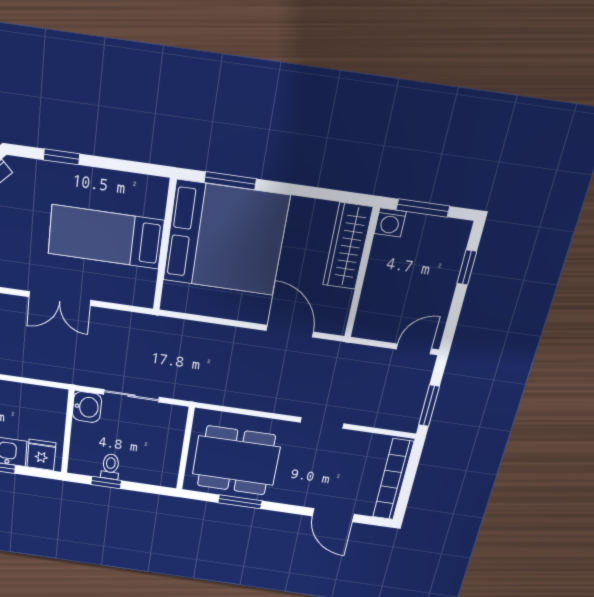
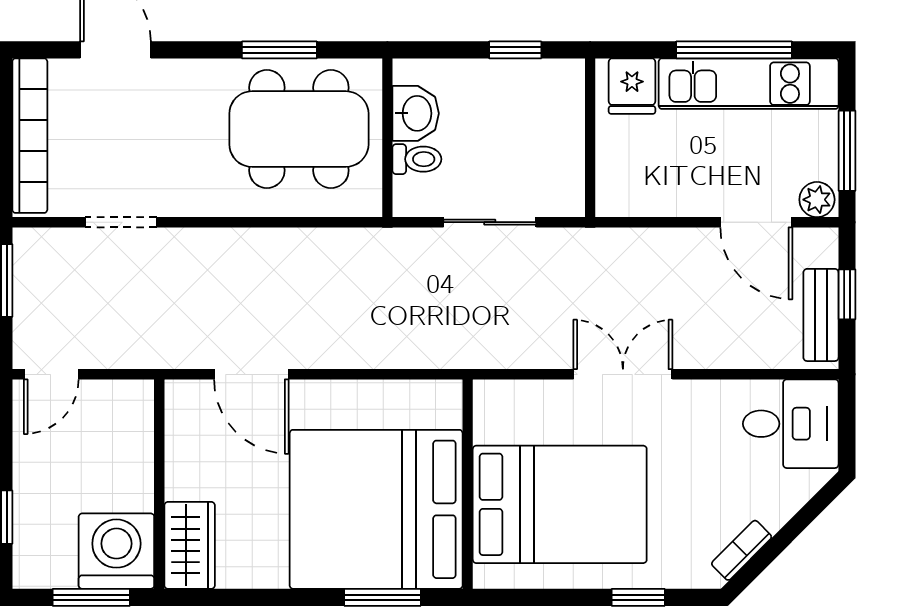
washing machine: (390, 222) -> (116, 551), width x1.89, depth x1.89
bed: (106, 237) -> (560, 504), width x1.50
wardrobe: (348, 246) -> (190, 545), width x0.67
washbasin: (87, 407) -> (416, 113), moved, turned 180
doorway: (322, 423) -> (121, 222), moved
toilet: (110, 467) -> (417, 159), moved, turned -90

